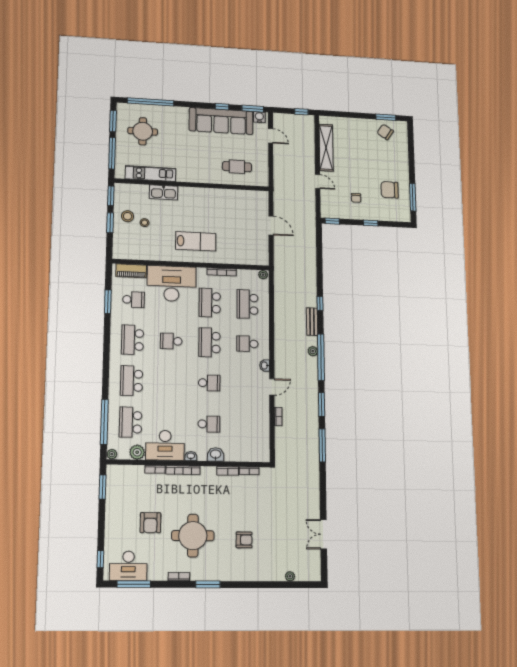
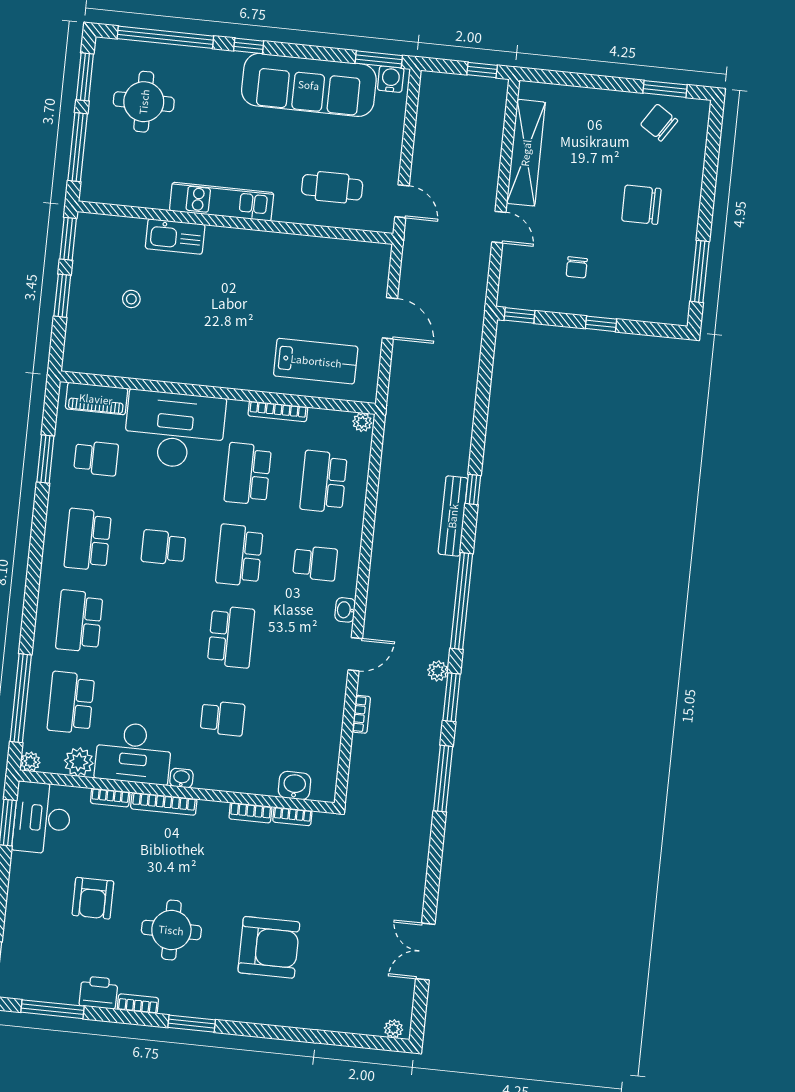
window: (222, 107) -> (249, 46), moved
door: (271, 136) -> (402, 201), moved
kitchen unit: (150, 174) -> (222, 202), moved
chair: (390, 190) -> (641, 205), moved
stool: (128, 216) -> (98, 284), removed
lab bench: (196, 241) -> (316, 361), moved
bench: (312, 322) -> (453, 516), width x1.36
school desk: (247, 344) -> (315, 563), turned 180
plant: (313, 351) -> (438, 671), moved
school desk: (209, 383) -> (231, 637), width x1.85
washbasin: (216, 454) -> (295, 786), moved
round table: (193, 536) -> (171, 930), width x0.73, depth x0.73
armchair: (244, 540) -> (269, 947), width x1.88, depth x1.88
desk: (128, 566) -> (42, 818), moved, turned 90
printer: (158, 573) -> (99, 993), added
plant: (290, 576) -> (394, 1029), moved

